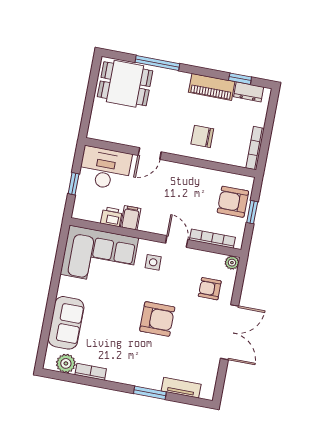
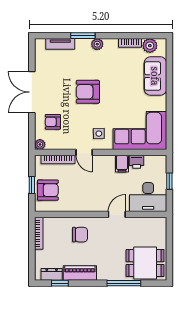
armchair: (210, 289) -> (53, 122), turned 180
plant: (133, 378) -> (97, 44), added

